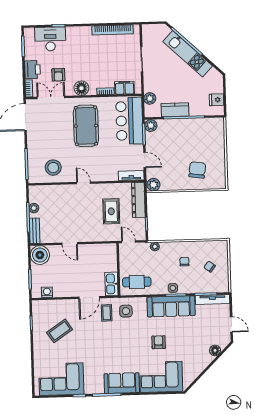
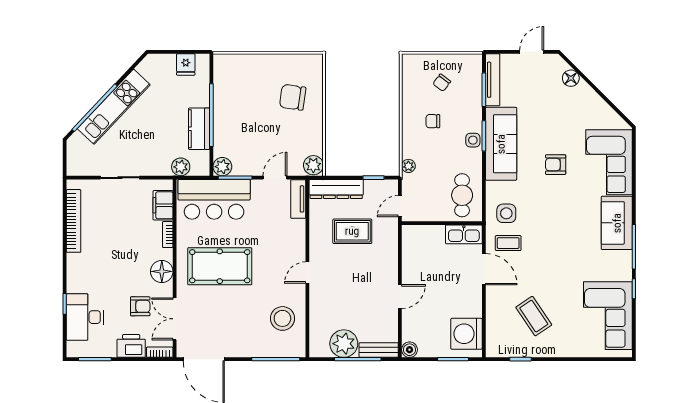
plant: (34, 208) -> (344, 344), width x1.88, depth x1.88
boiler: (40, 255) -> (410, 350), width x0.54, depth x0.54
washing machine: (47, 292) -> (467, 334), width x1.89, depth x1.89

